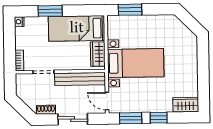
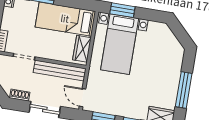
bed with nightstands: (136, 63) -> (120, 44), moved, turned 90
window: (203, 76) -> (184, 90), added

